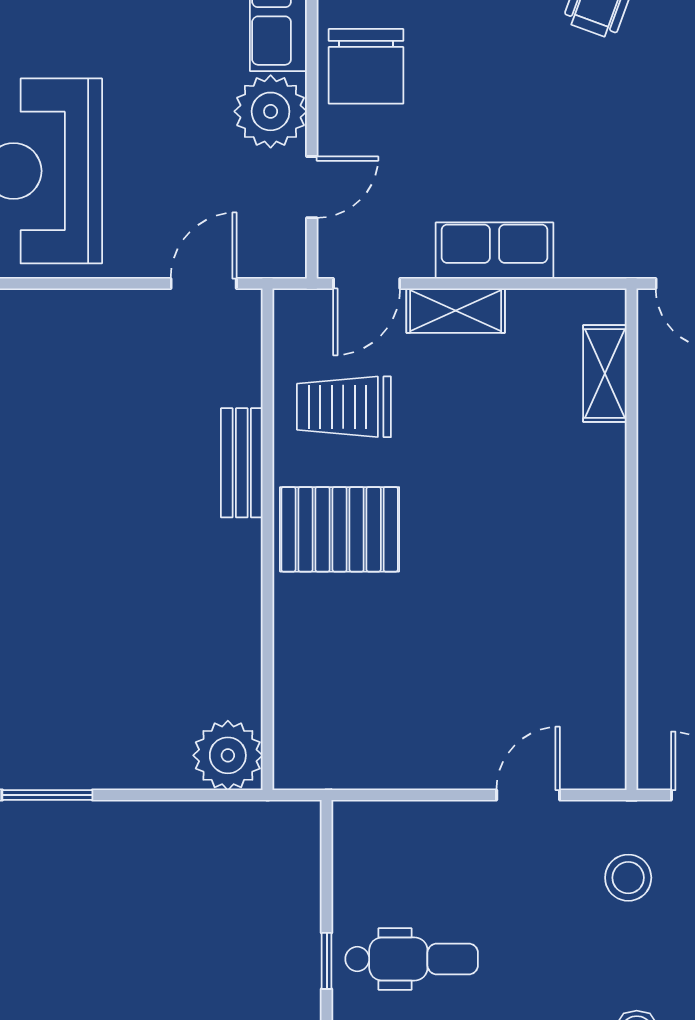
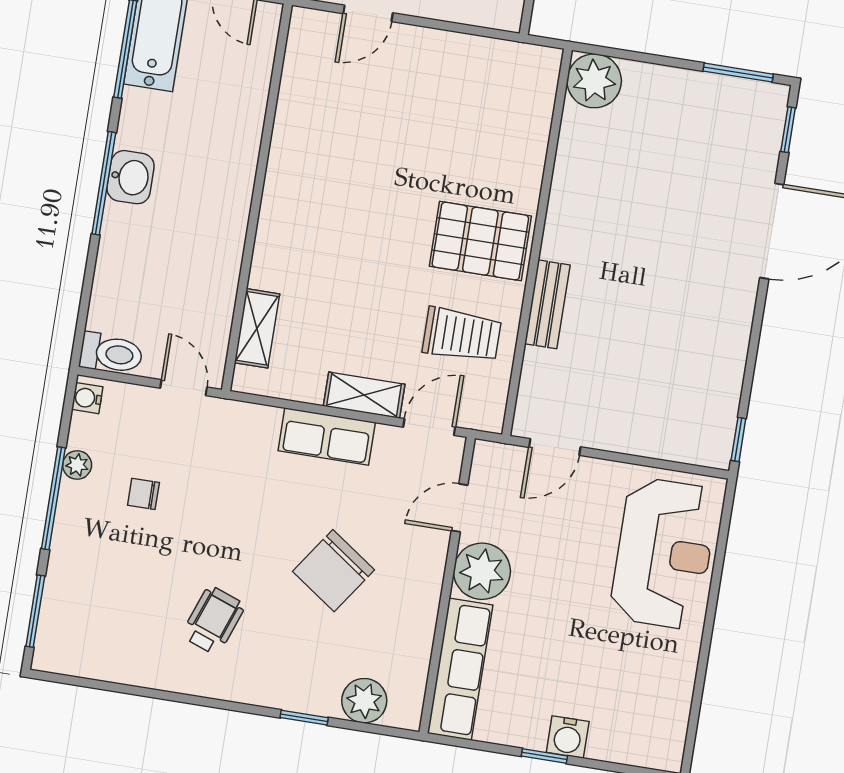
chair: (366, 66) -> (333, 571), moved, turned -145

